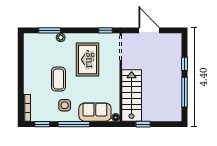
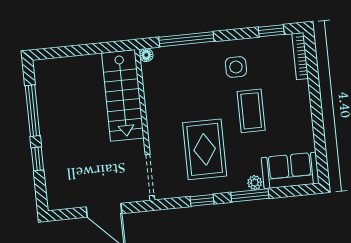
window: (50, 30) -> (250, 195), moved
window: (106, 30) -> (202, 200), moved
sofa: (95, 112) -> (290, 170), moved, turned 180
window: (74, 124) -> (186, 39), moved
window: (143, 124) -> (98, 48), removed

